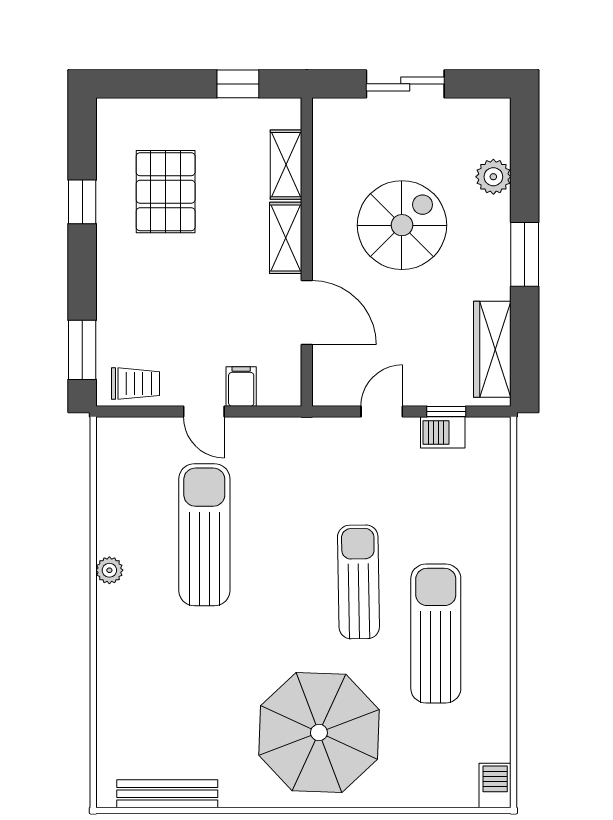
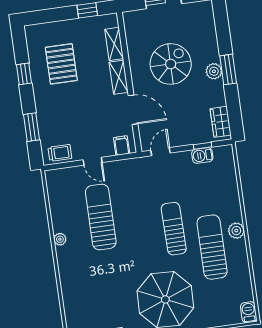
plant: (493, 177) -> (214, 71), moved
wardrobe: (492, 349) -> (221, 122), width x0.67
window: (82, 350) -> (32, 127), moved
filing cabinet: (241, 386) -> (122, 146), moved
door: (382, 412) -> (161, 152), moved
plant: (493, 605) -> (236, 231), added

